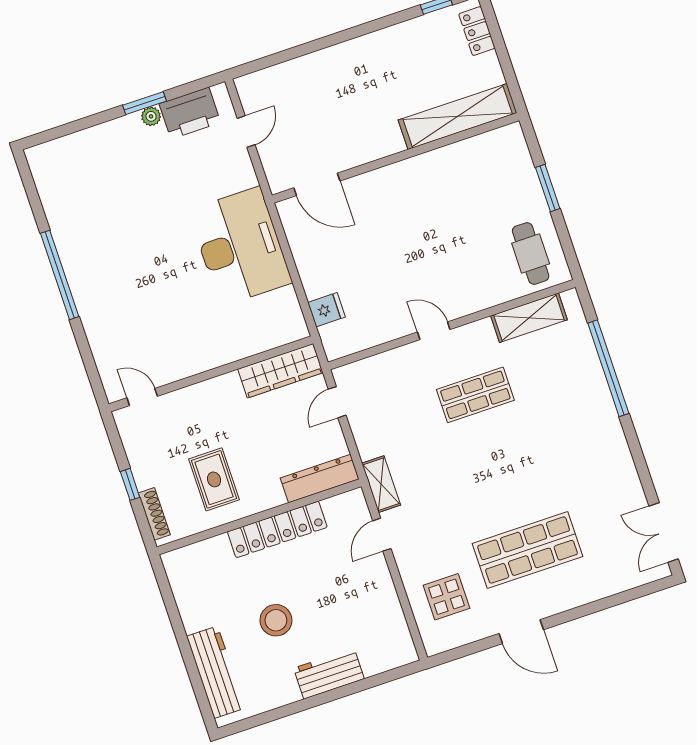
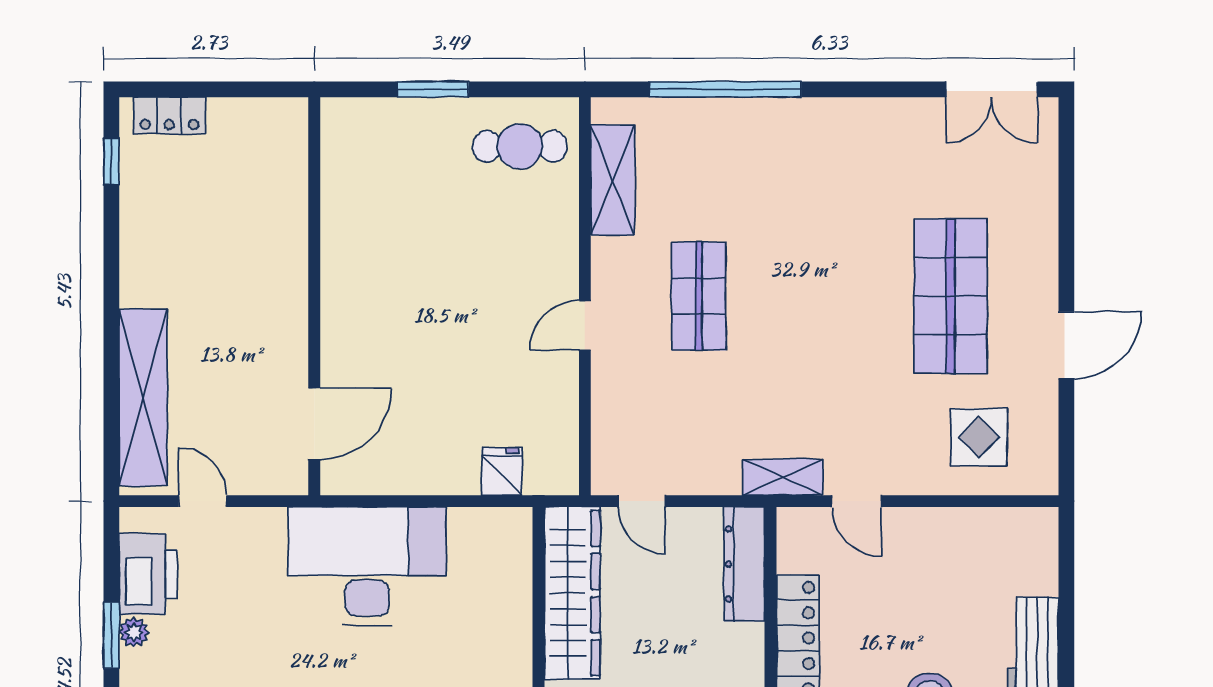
shelving: (458, 116) -> (143, 397), moved
wardrobe: (280, 371) -> (572, 593), width x1.40, depth x1.17

